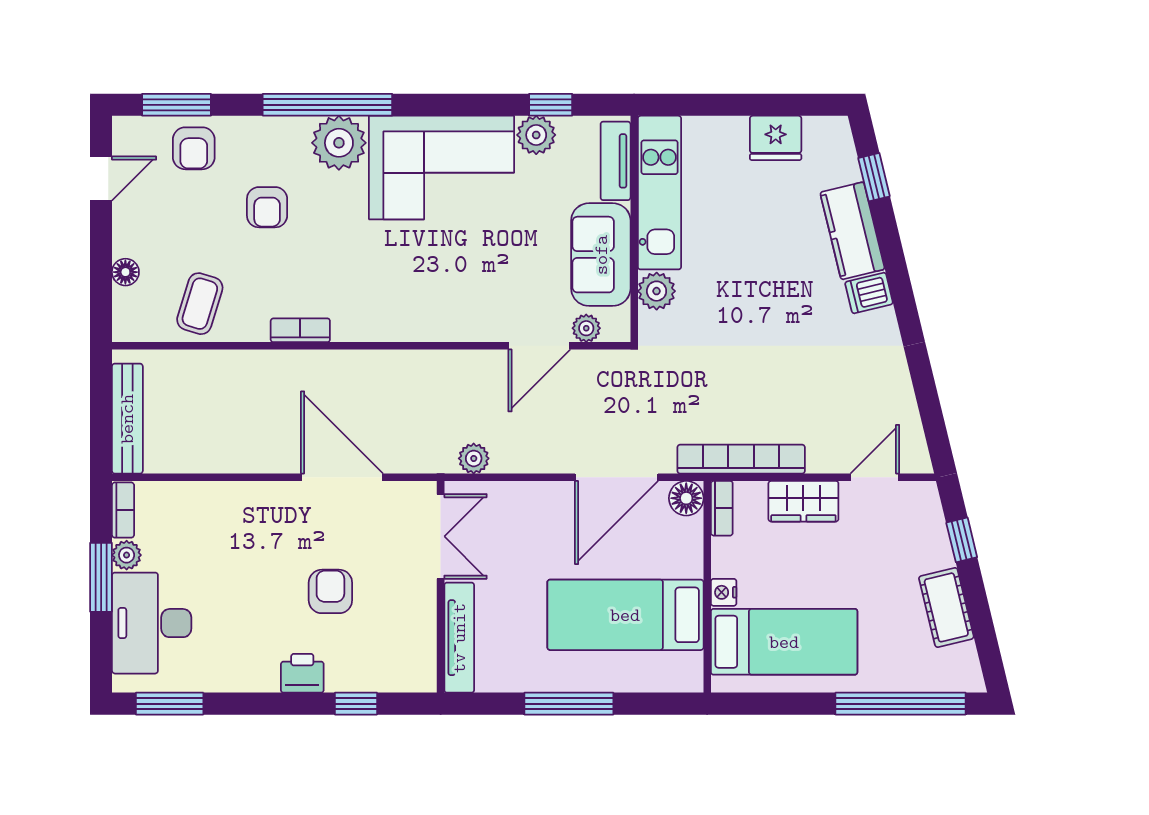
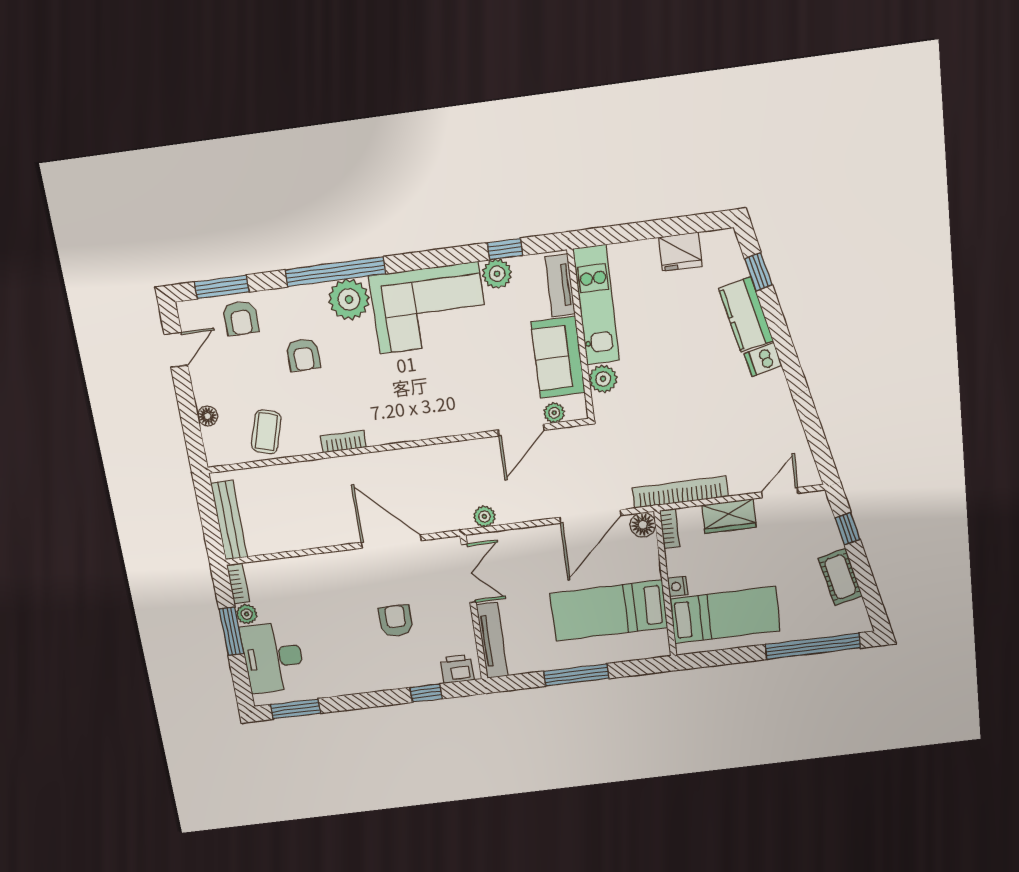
printer: (302, 673) -> (457, 669), moved

